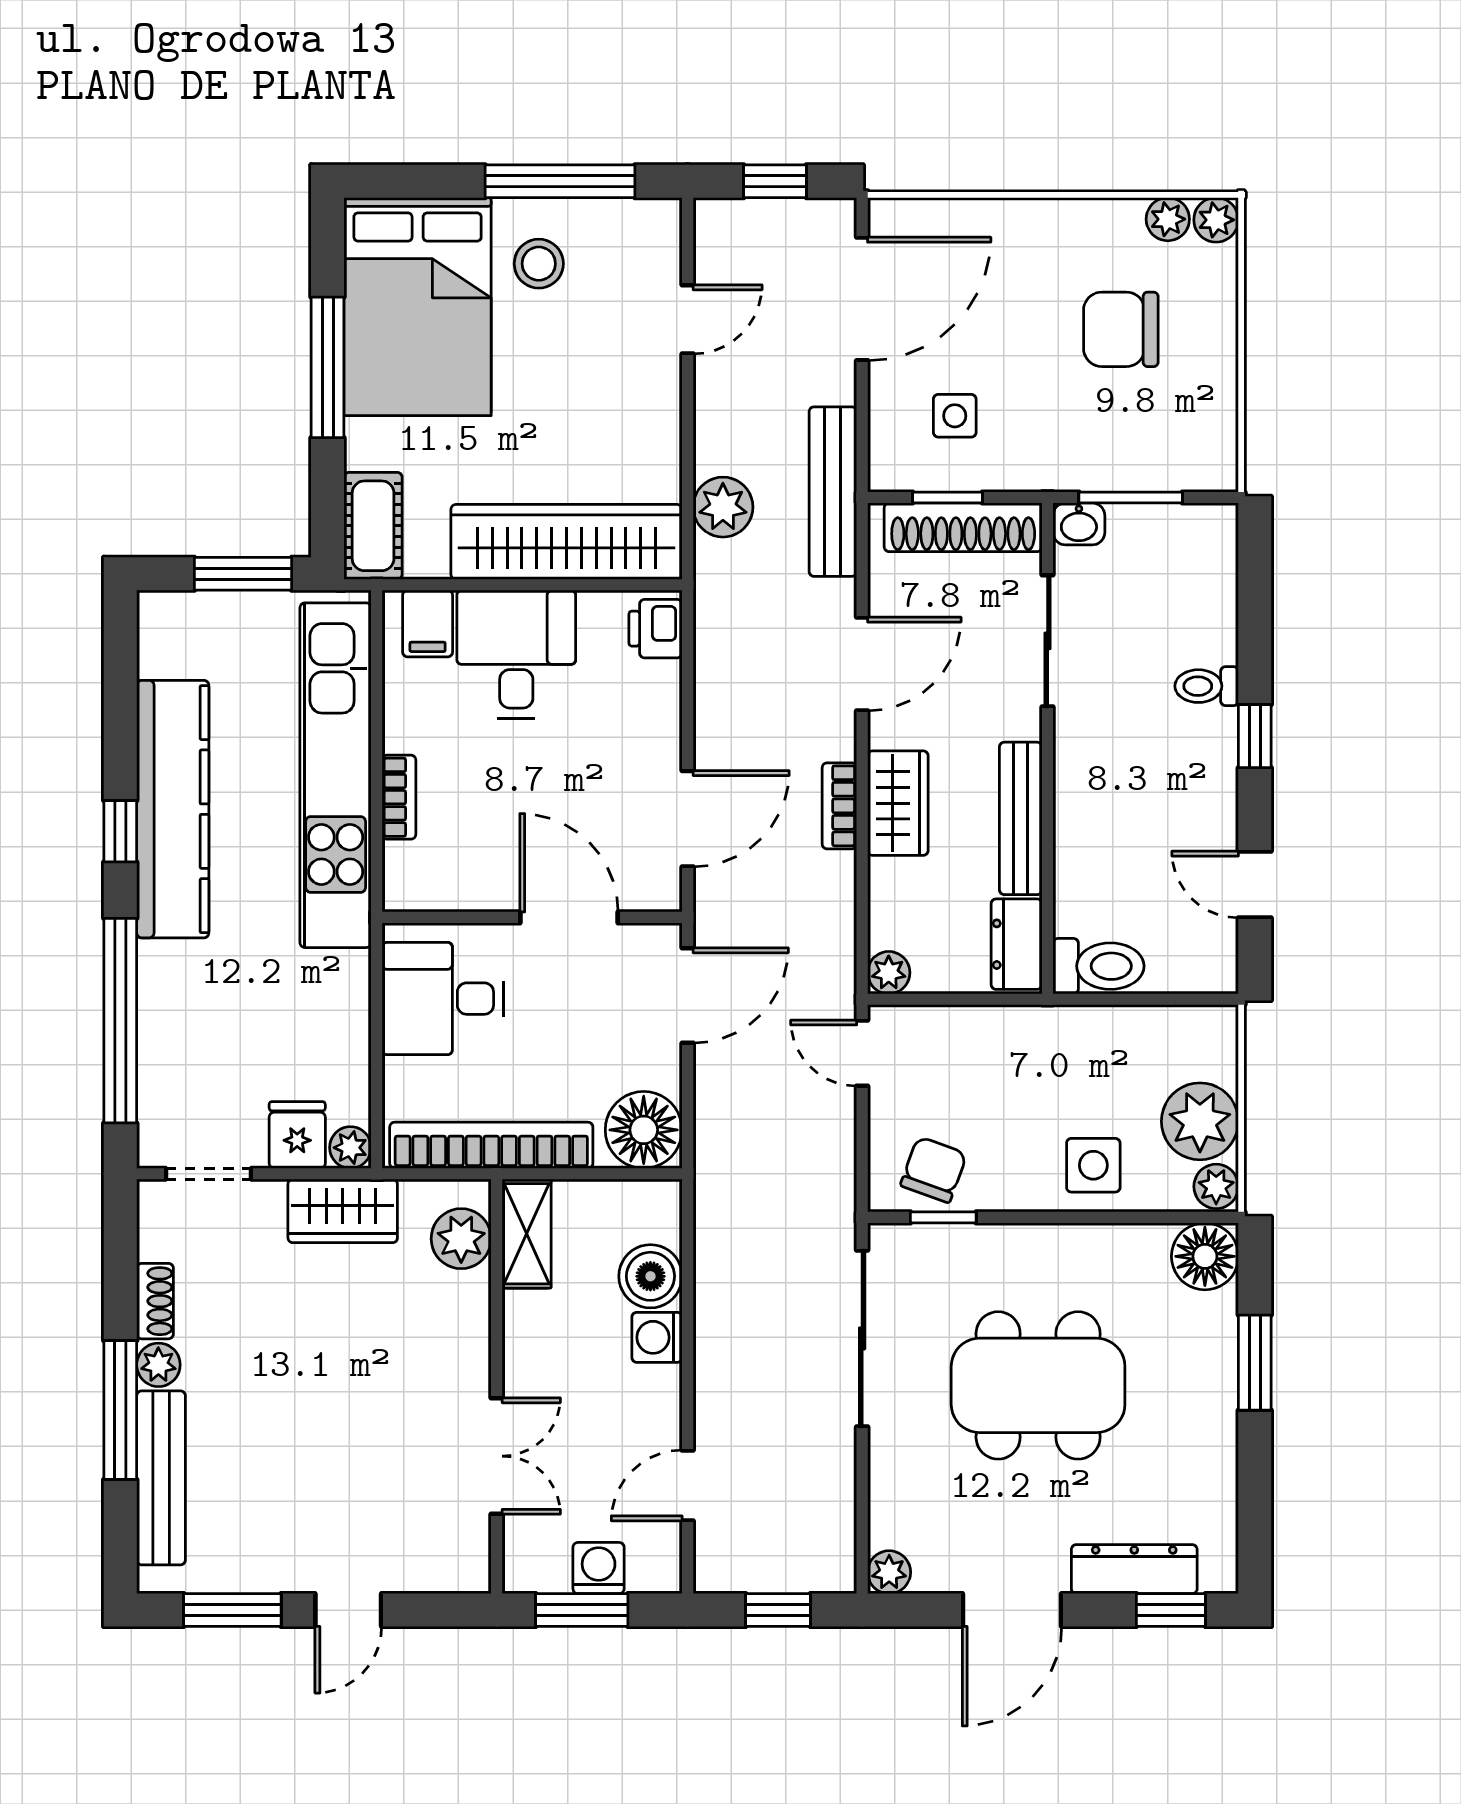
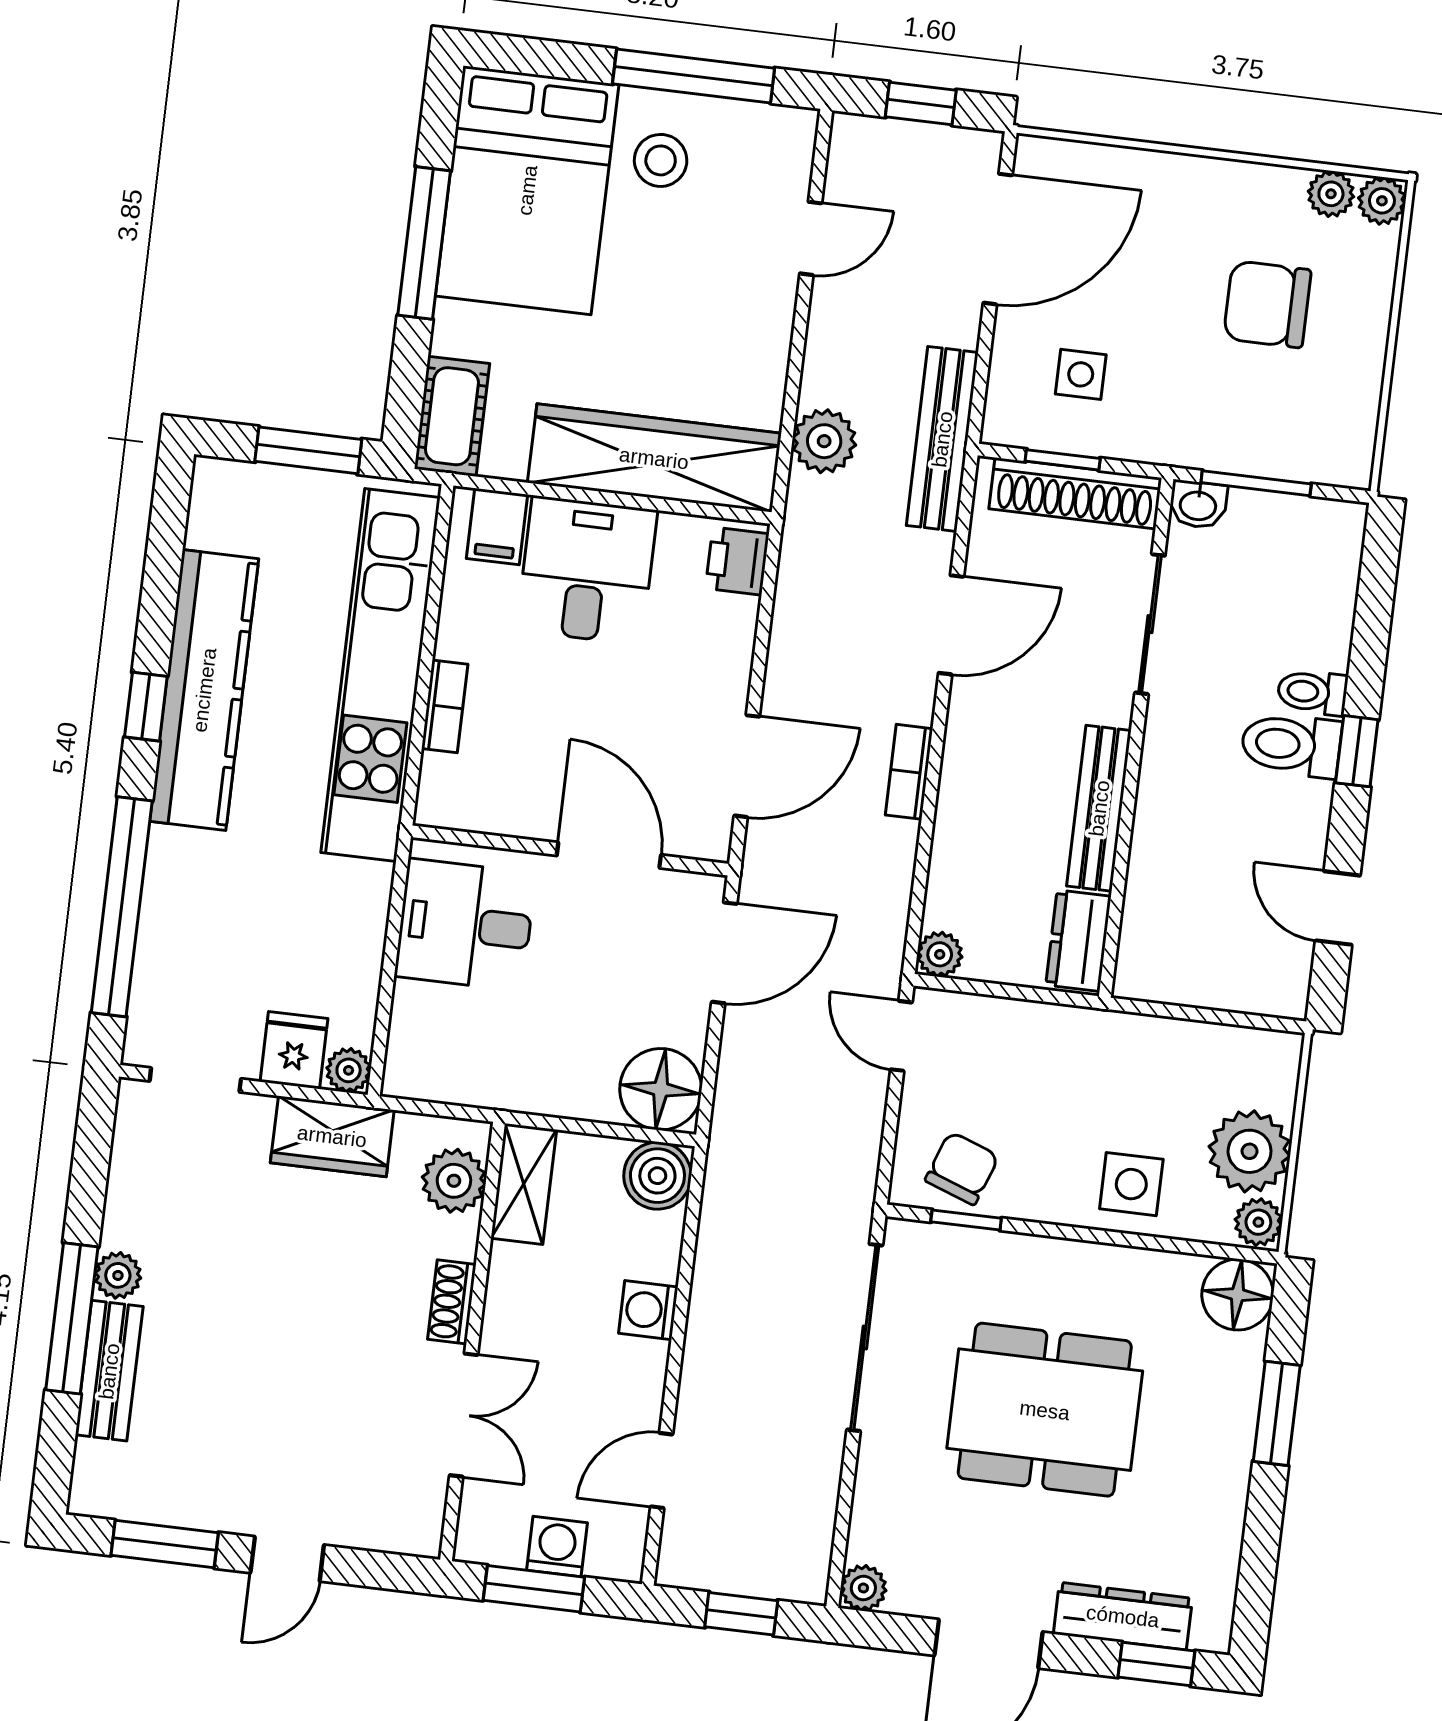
wardrobe: (898, 803) -> (971, 776), removed
toilet: (1098, 966) -> (1291, 745), moved, turned 180
bookcase: (491, 1145) -> (498, 1086), removed
boiler: (650, 1276) -> (657, 1176), moved
shoe rack: (155, 1301) -> (452, 1302), moved, turned 180
bench: (161, 1478) -> (109, 1371), width x0.73

